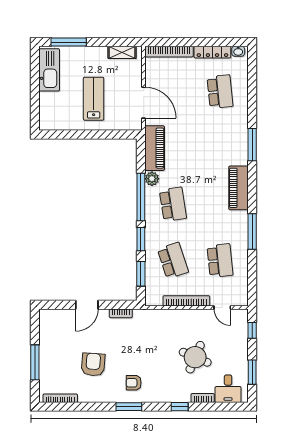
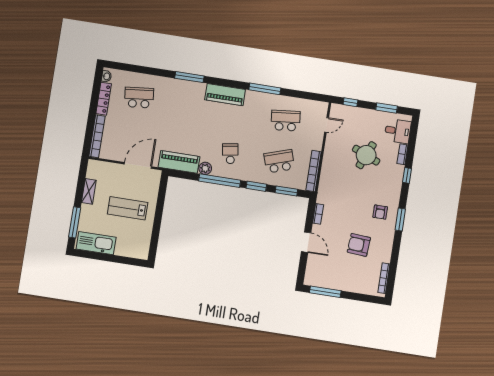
shelving: (122, 52) -> (89, 191), moved
school desk: (173, 204) -> (230, 154), width x0.54
bookcase: (186, 301) -> (314, 171), moved
window: (35, 362) -> (325, 292), moved

